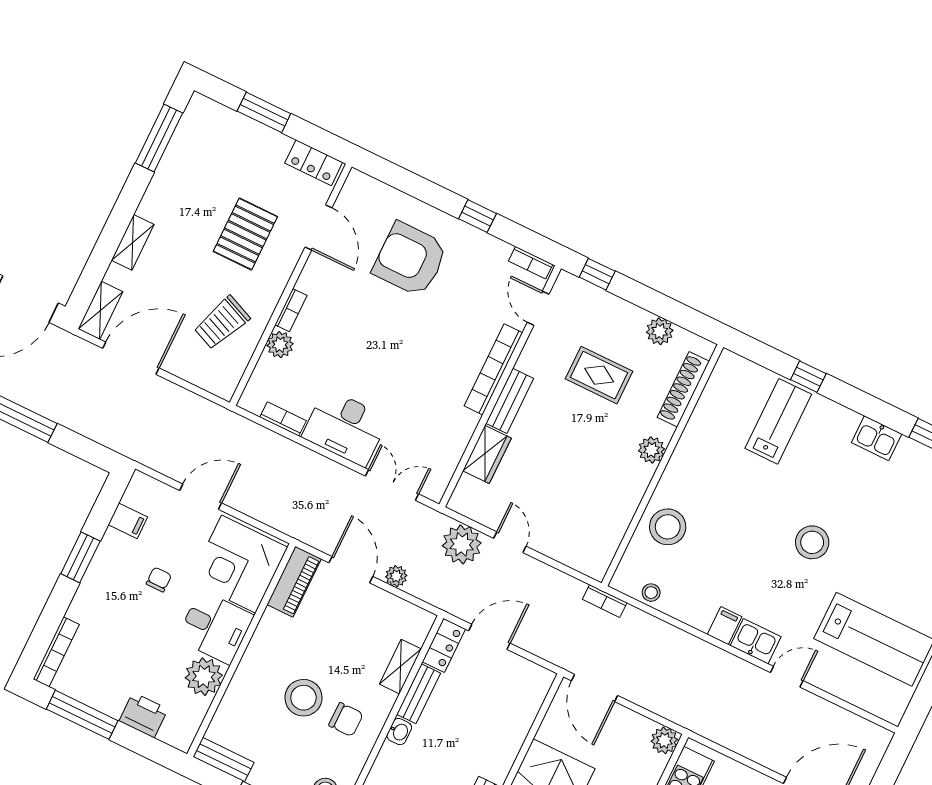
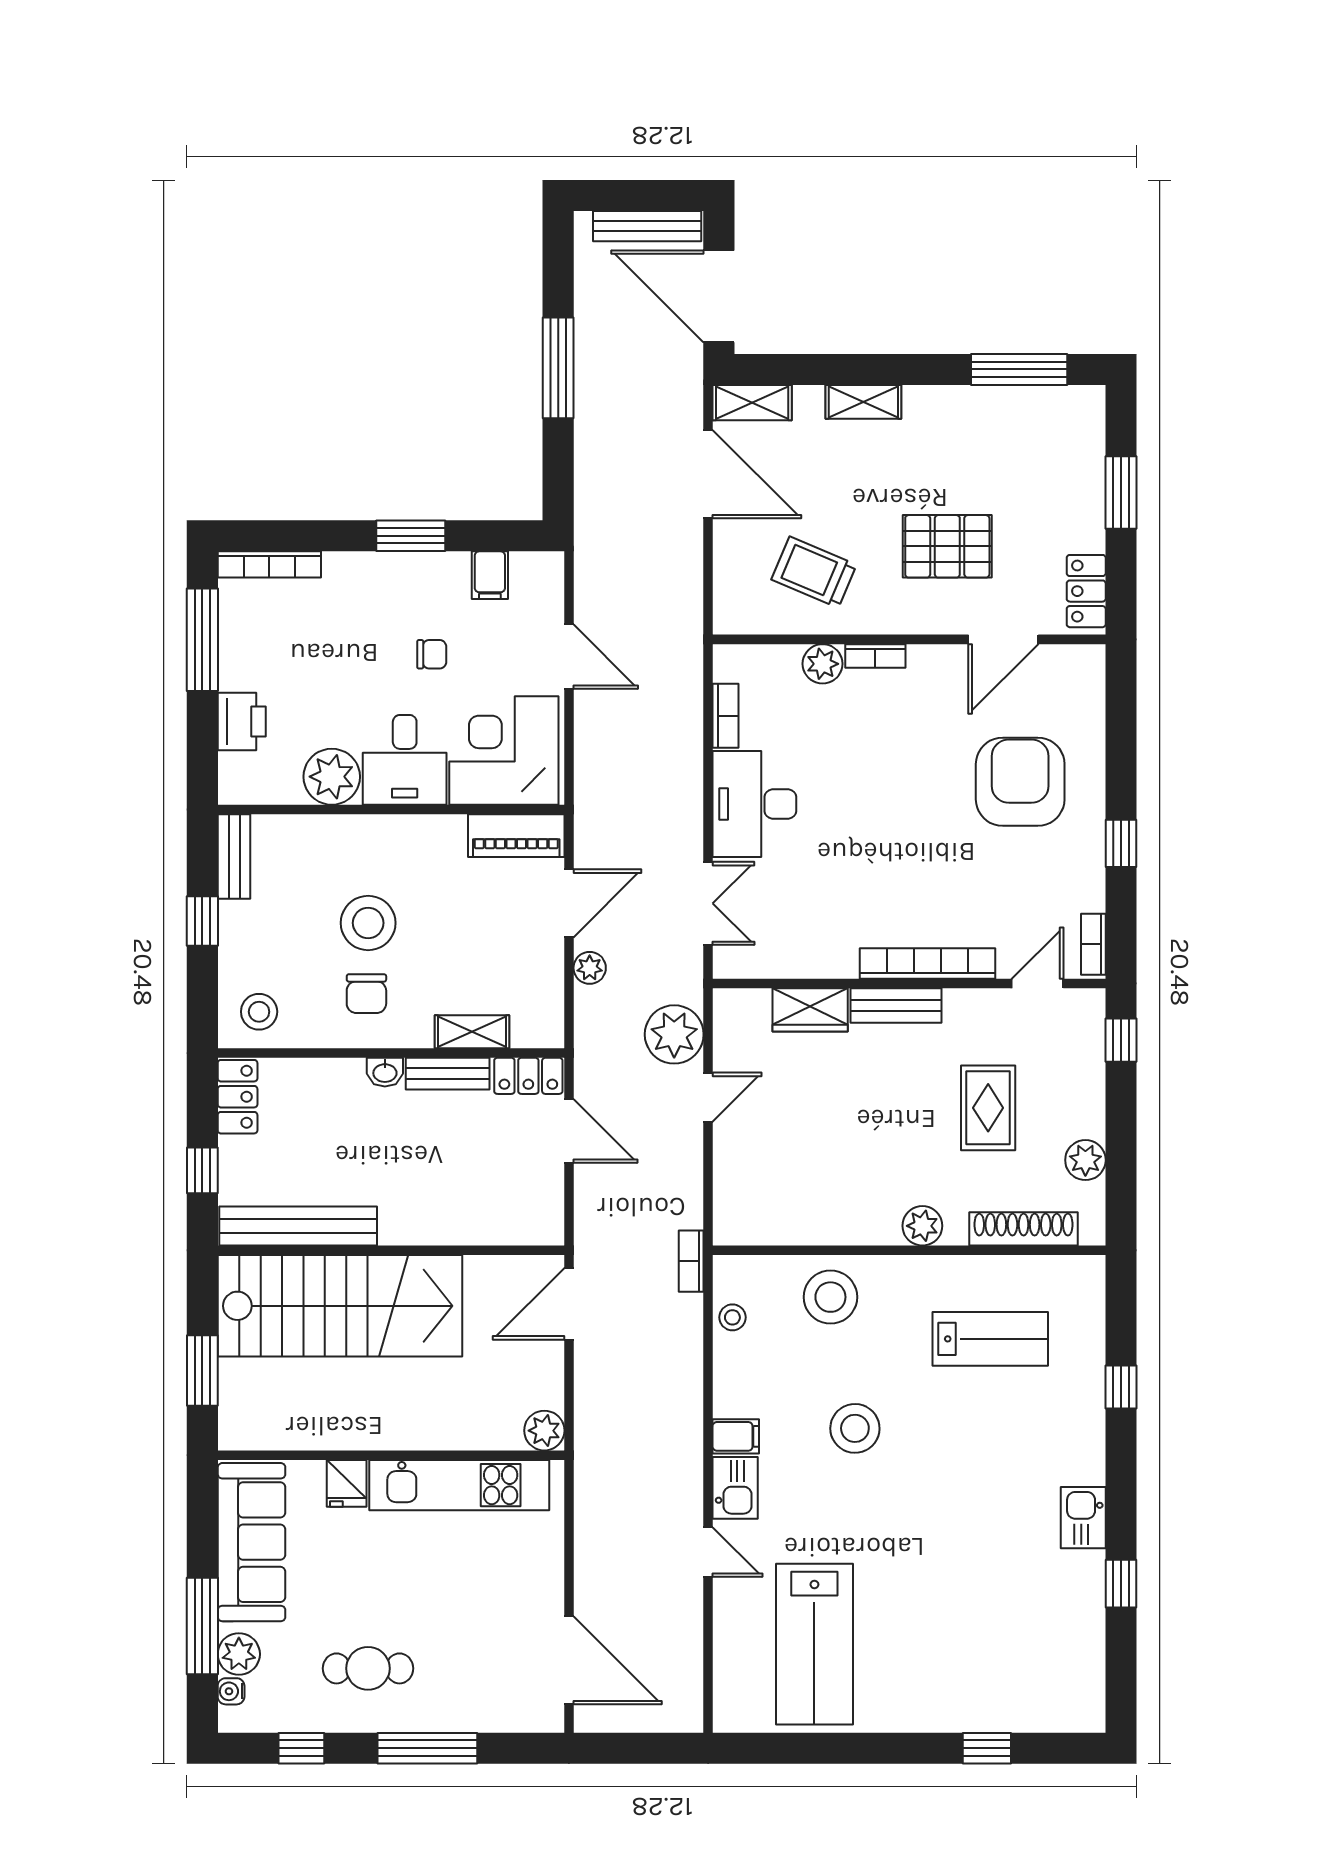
lab bench: (778, 421) -> (990, 1339), moved
stool: (812, 542) -> (855, 1428), moved

